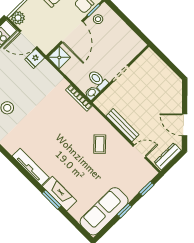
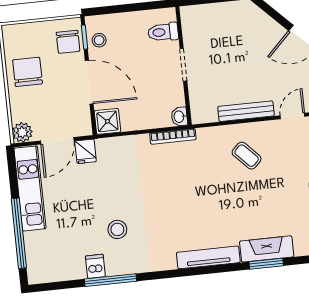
toilet: (98, 80) -> (163, 32), moved

